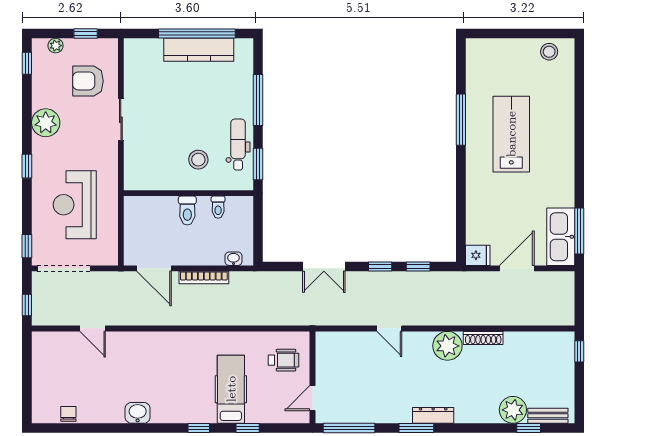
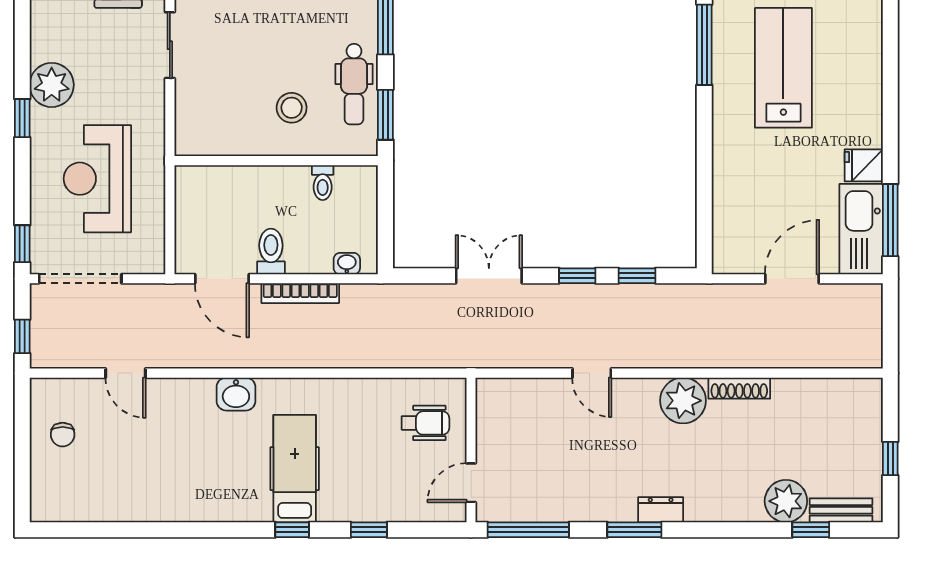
plant: (46, 123) -> (52, 85), moved
dental chair: (238, 145) -> (354, 84), turned 180
toilet: (187, 211) -> (271, 251), moved, turned 180
fridge: (478, 255) -> (864, 165), moved, turned 180
double door: (324, 266) -> (489, 276), swing flipped
window: (579, 351) -> (890, 459), moved
hospital bed: (231, 389) -> (295, 469), moved
washbasin: (138, 413) -> (236, 394), moved, turned 180
chair: (68, 414) -> (63, 435), moved, turned 180
dresser: (433, 415) -> (661, 510), width x0.70

